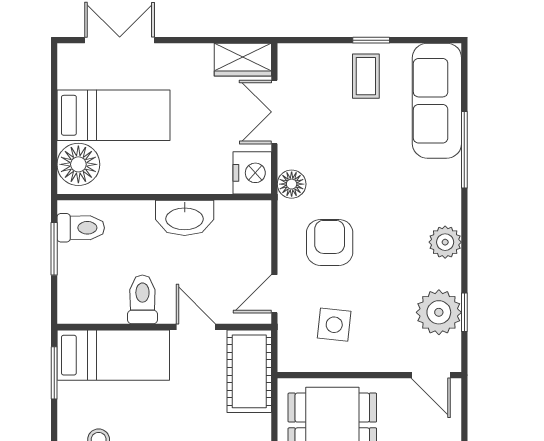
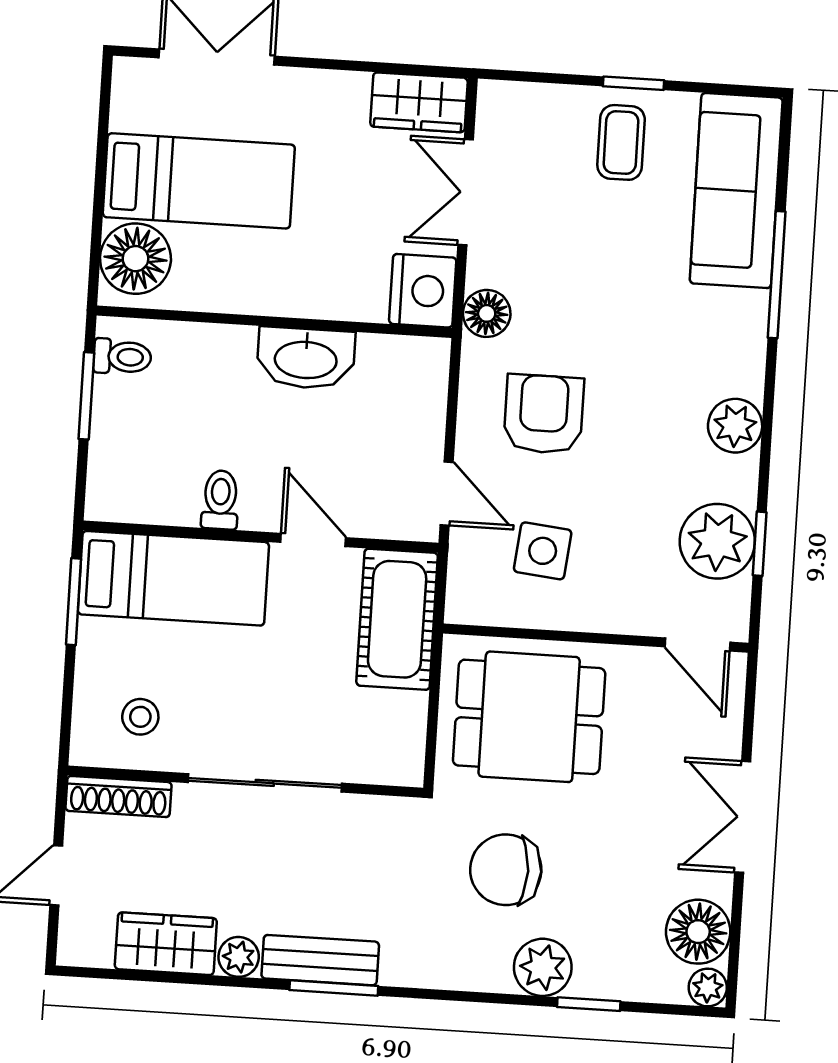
toilet: (81, 228) -> (122, 357), width x0.73, depth x0.72
door: (274, 294) -> (447, 494), swing flipped
toilet: (142, 299) -> (220, 500), width x0.73, depth x0.72

